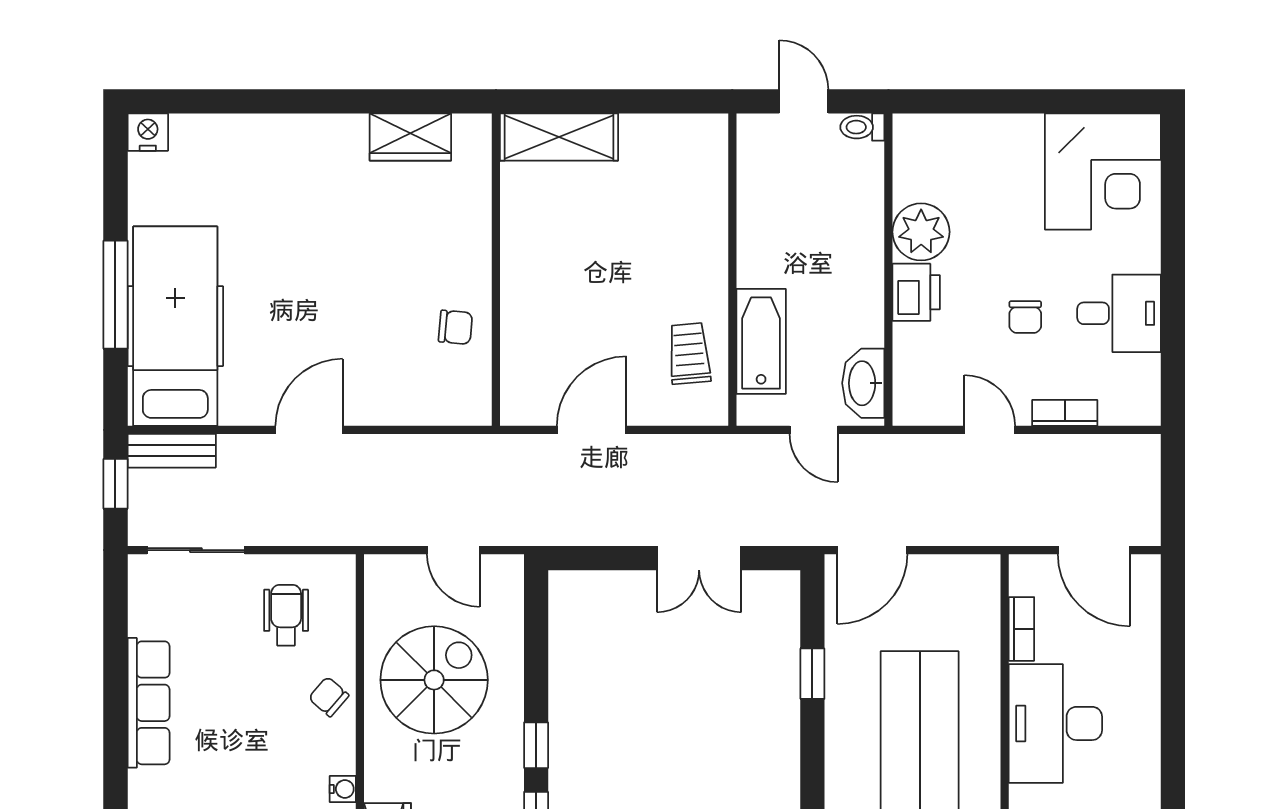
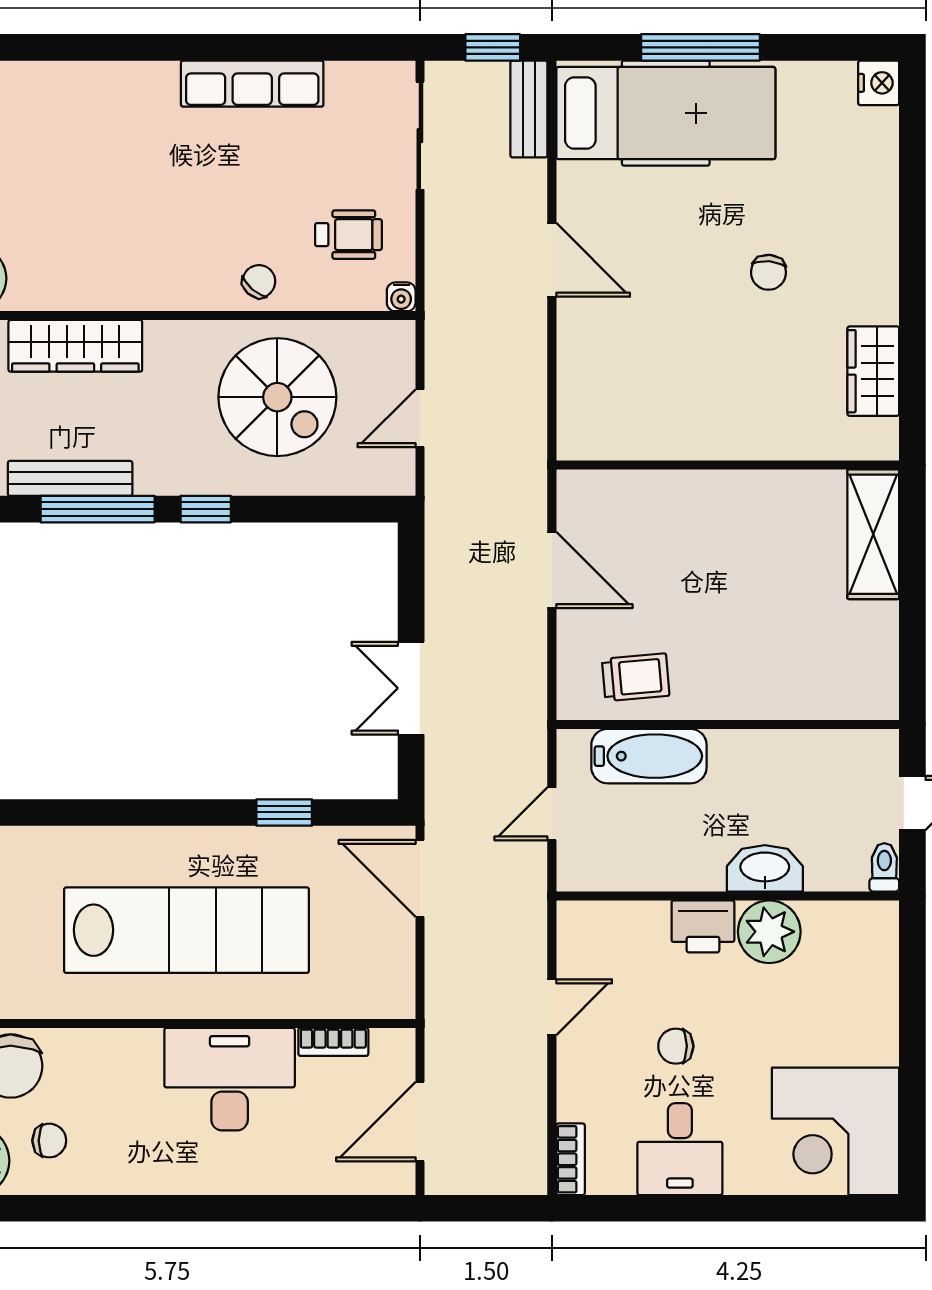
chair: (455, 327) -> (768, 272), moved
washbasin: (863, 383) -> (765, 868), moved
bookcase: (1065, 413) -> (571, 1159), moved
water cooler: (343, 789) -> (401, 297), moved

